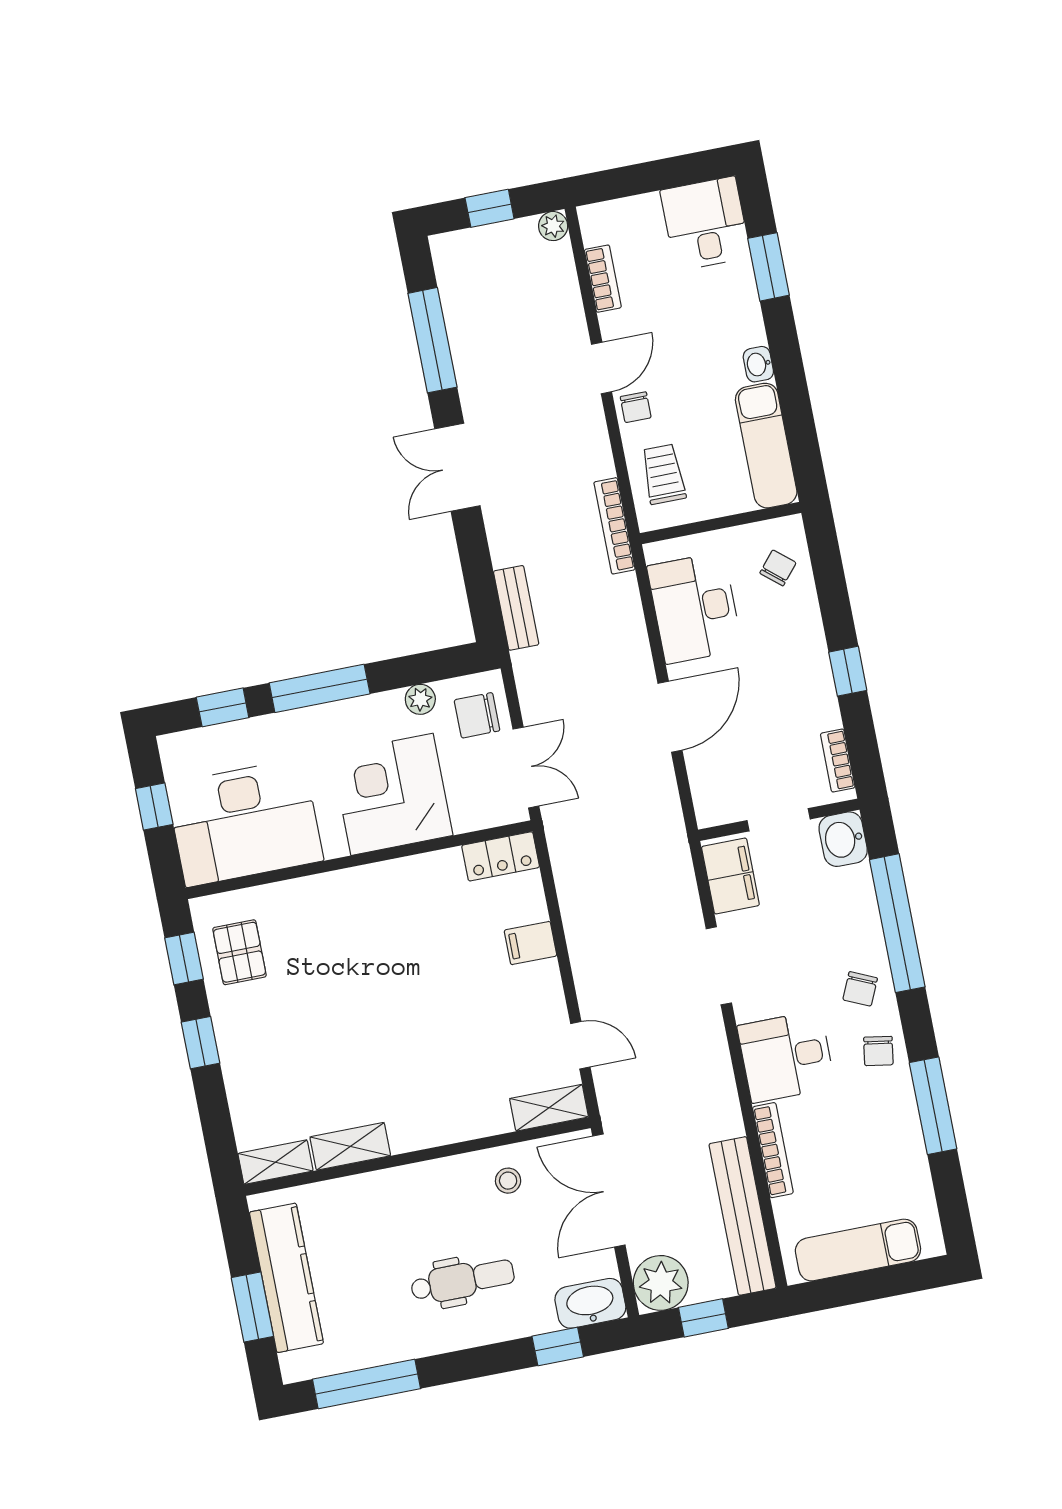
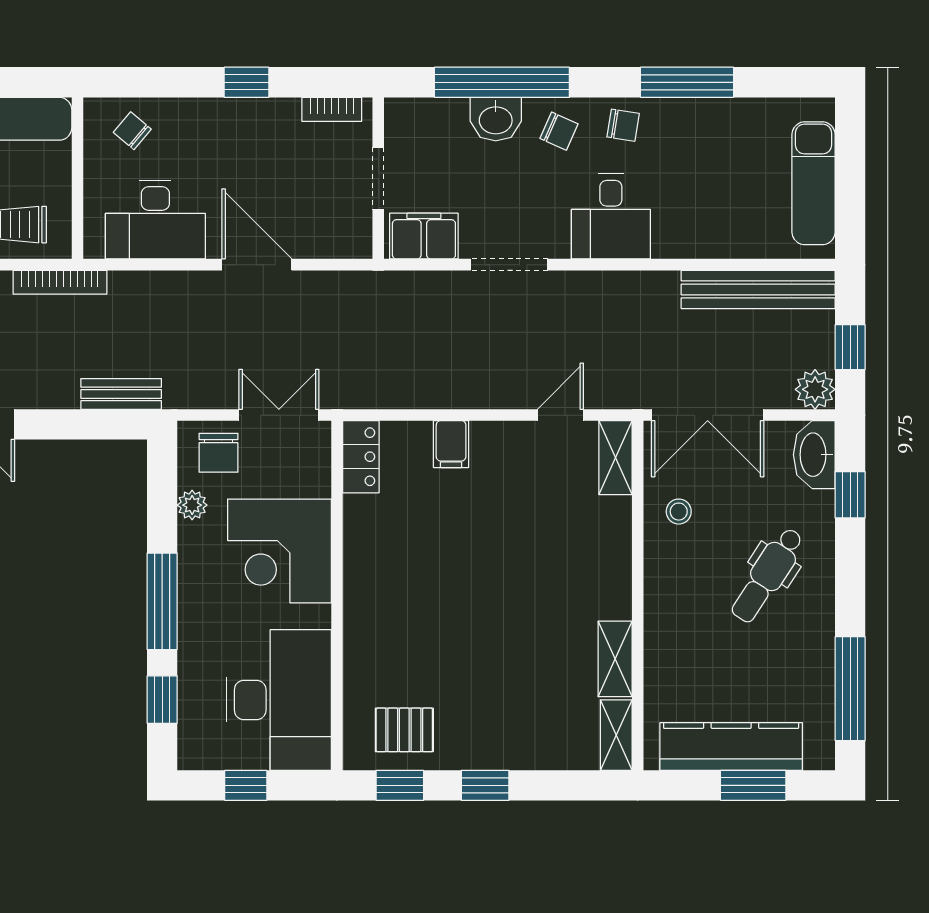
washbasin: (843, 839) -> (496, 119), moved
bookcase: (773, 1150) -> (700, 247), removed
dental chair: (463, 1280) -> (767, 575), turned -147
plant: (661, 1283) -> (815, 389), width x0.73, depth x0.73

